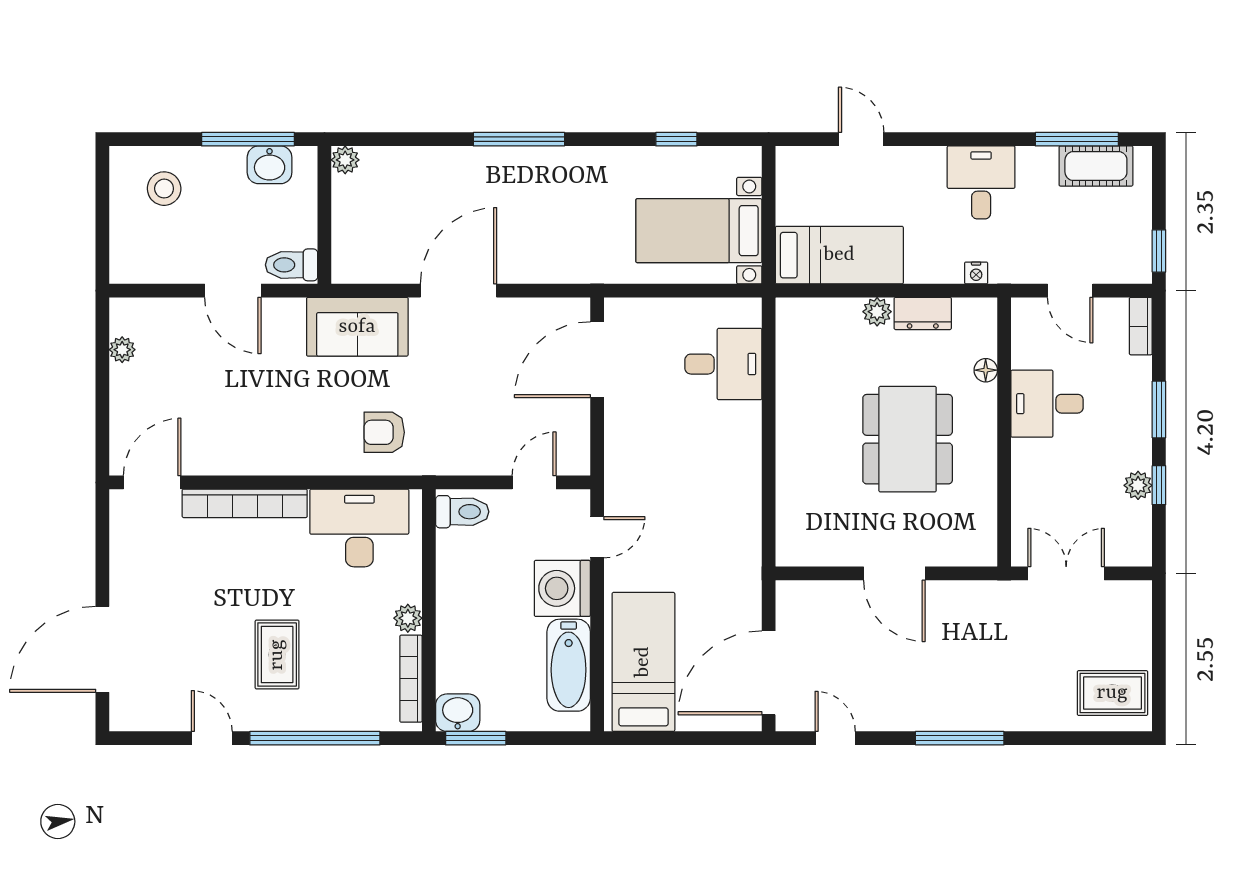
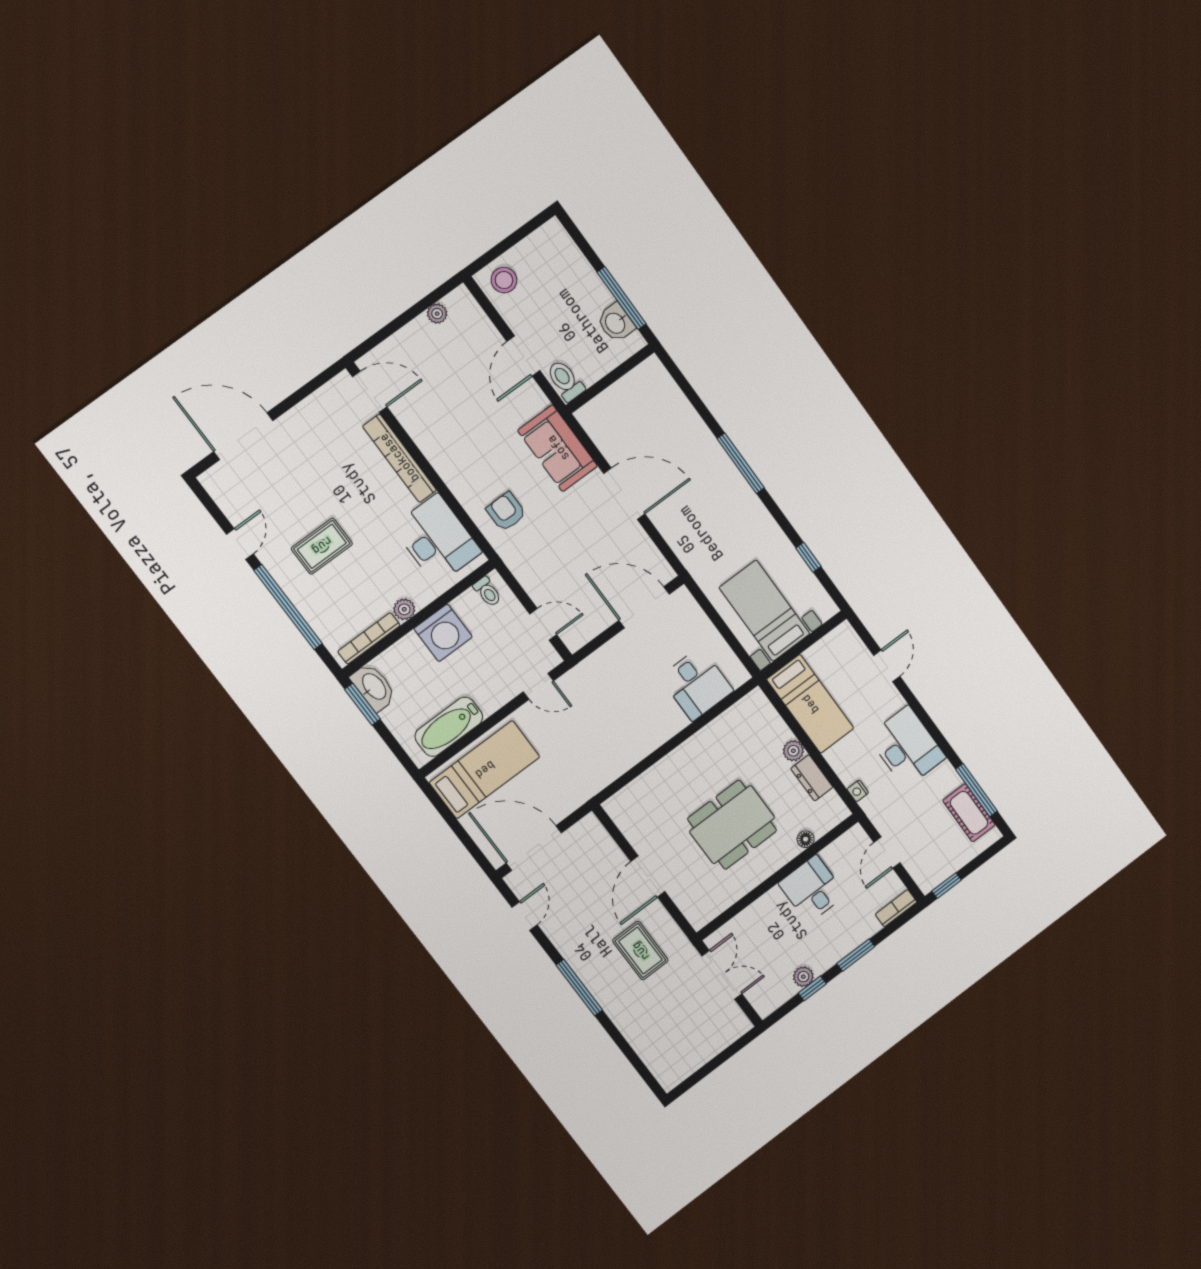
plant: (345, 160) -> (652, 367), removed
desk: (981, 182) -> (907, 747), width x1.37
stool: (164, 189) -> (504, 280), moved
toilet: (462, 512) -> (487, 592), width x0.73, depth x0.72
washing machine: (562, 588) -> (443, 633), moved, turned 180
rug: (1112, 693) -> (640, 951), moved
washbasin: (458, 713) -> (374, 687), width x1.38

